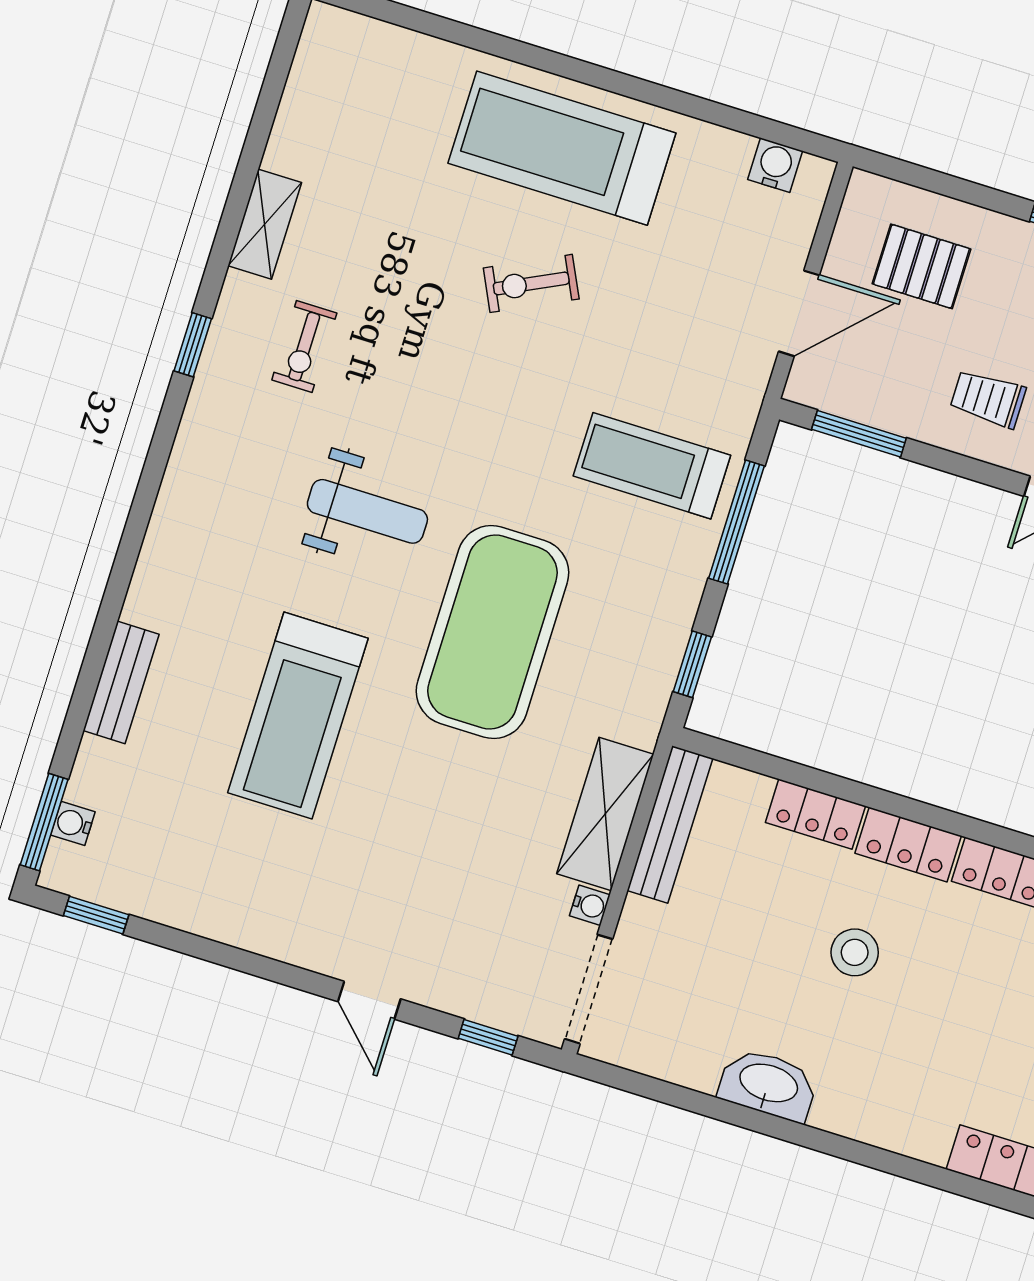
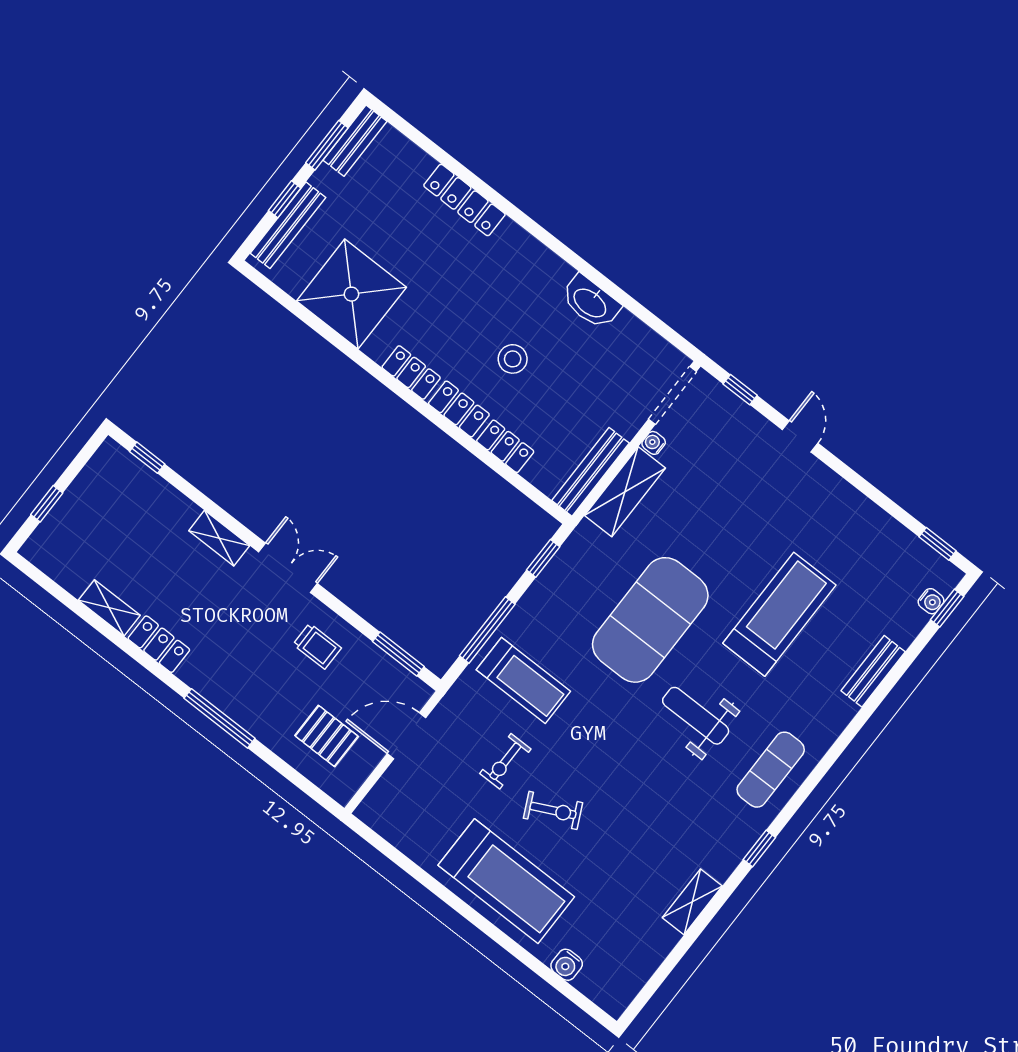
water cooler: (775, 165) -> (567, 965), moved
exercise bike: (304, 347) -> (505, 761), moved, turned 180
exercise mat: (221, 472) -> (771, 770), added
window: (44, 822) -> (947, 608), width x0.67

